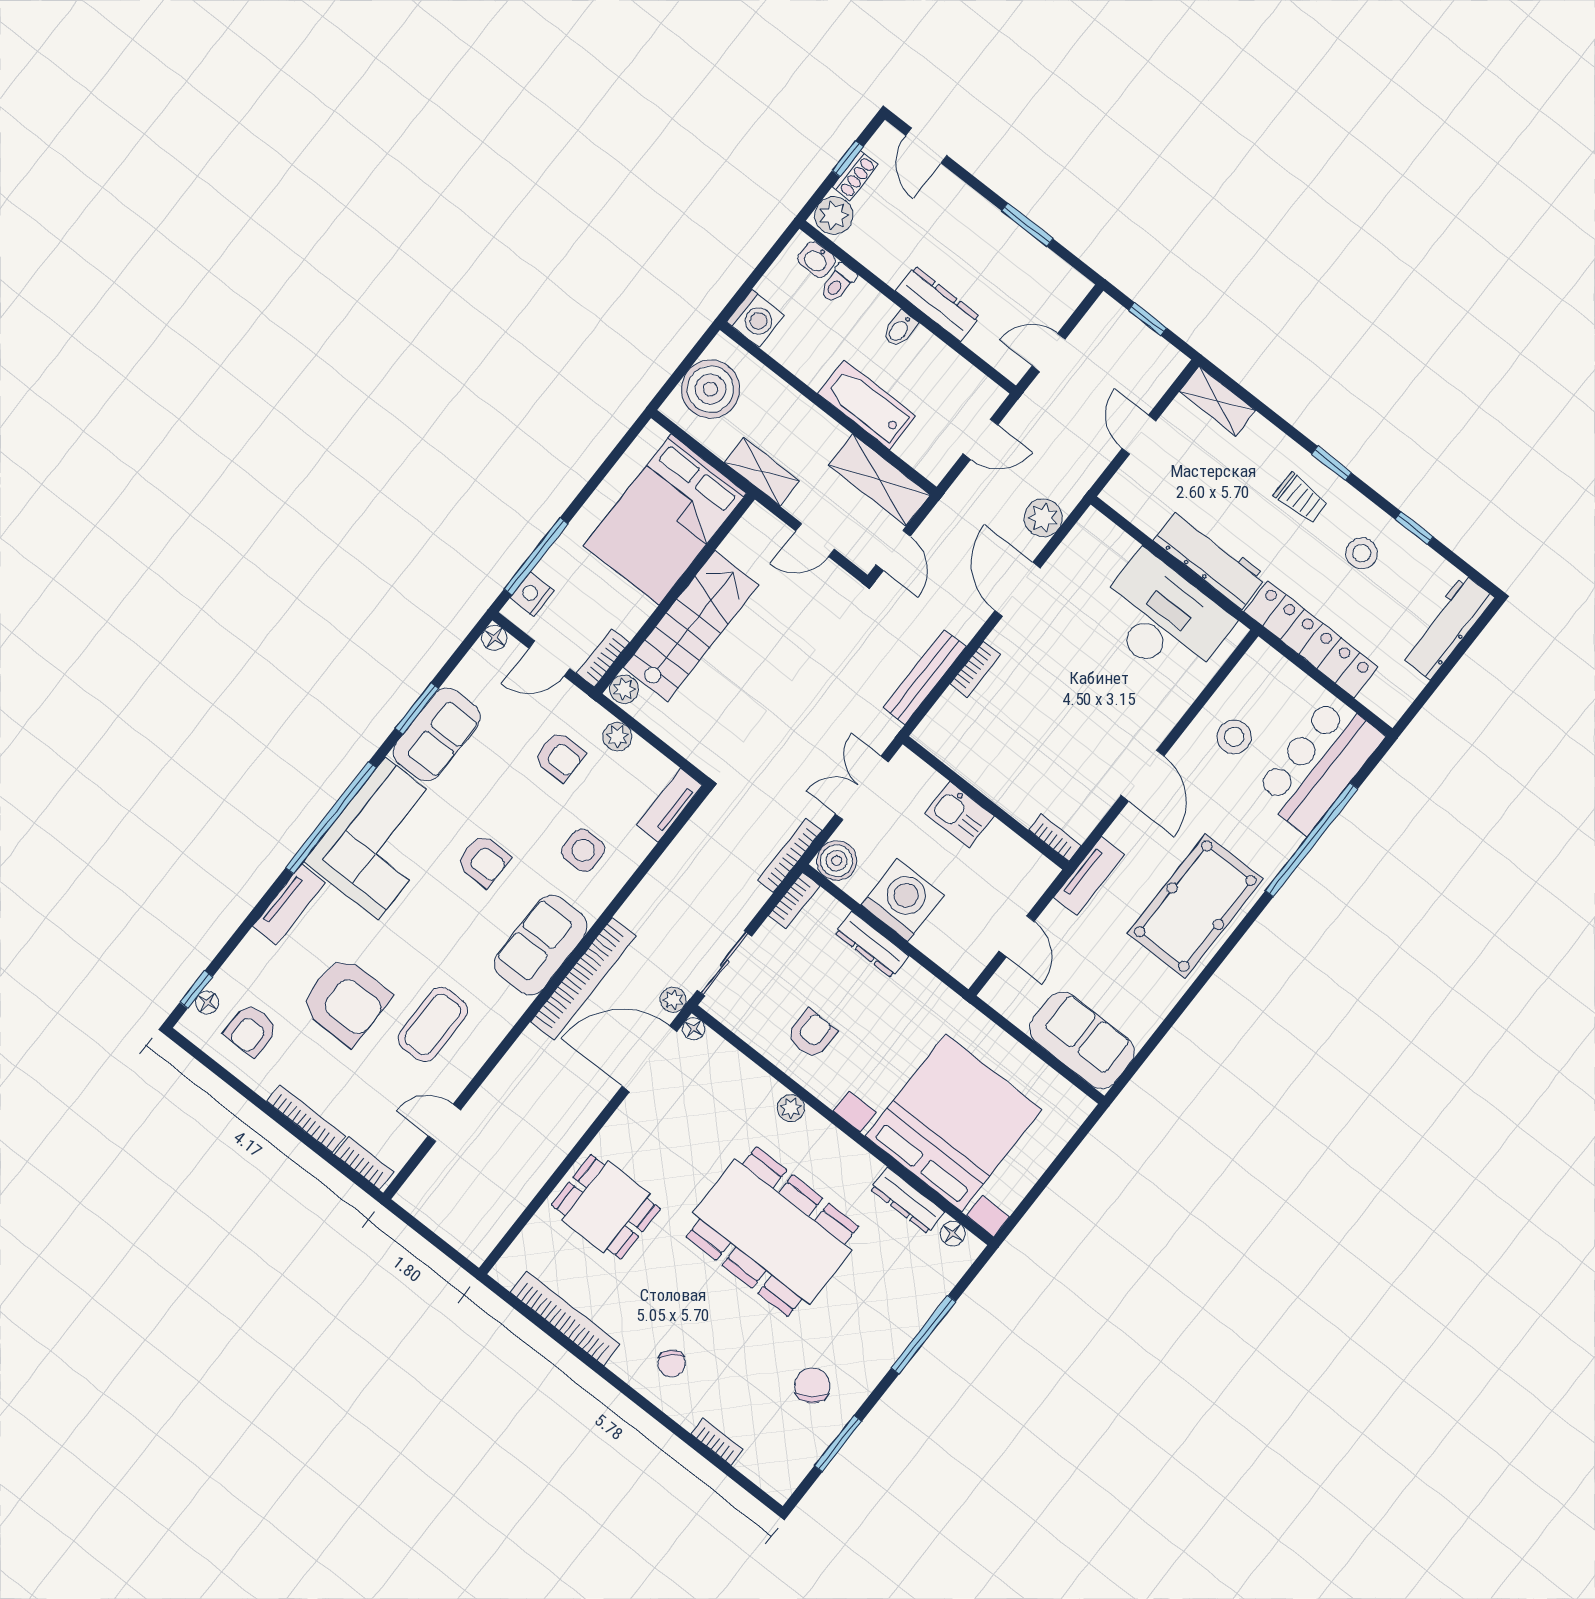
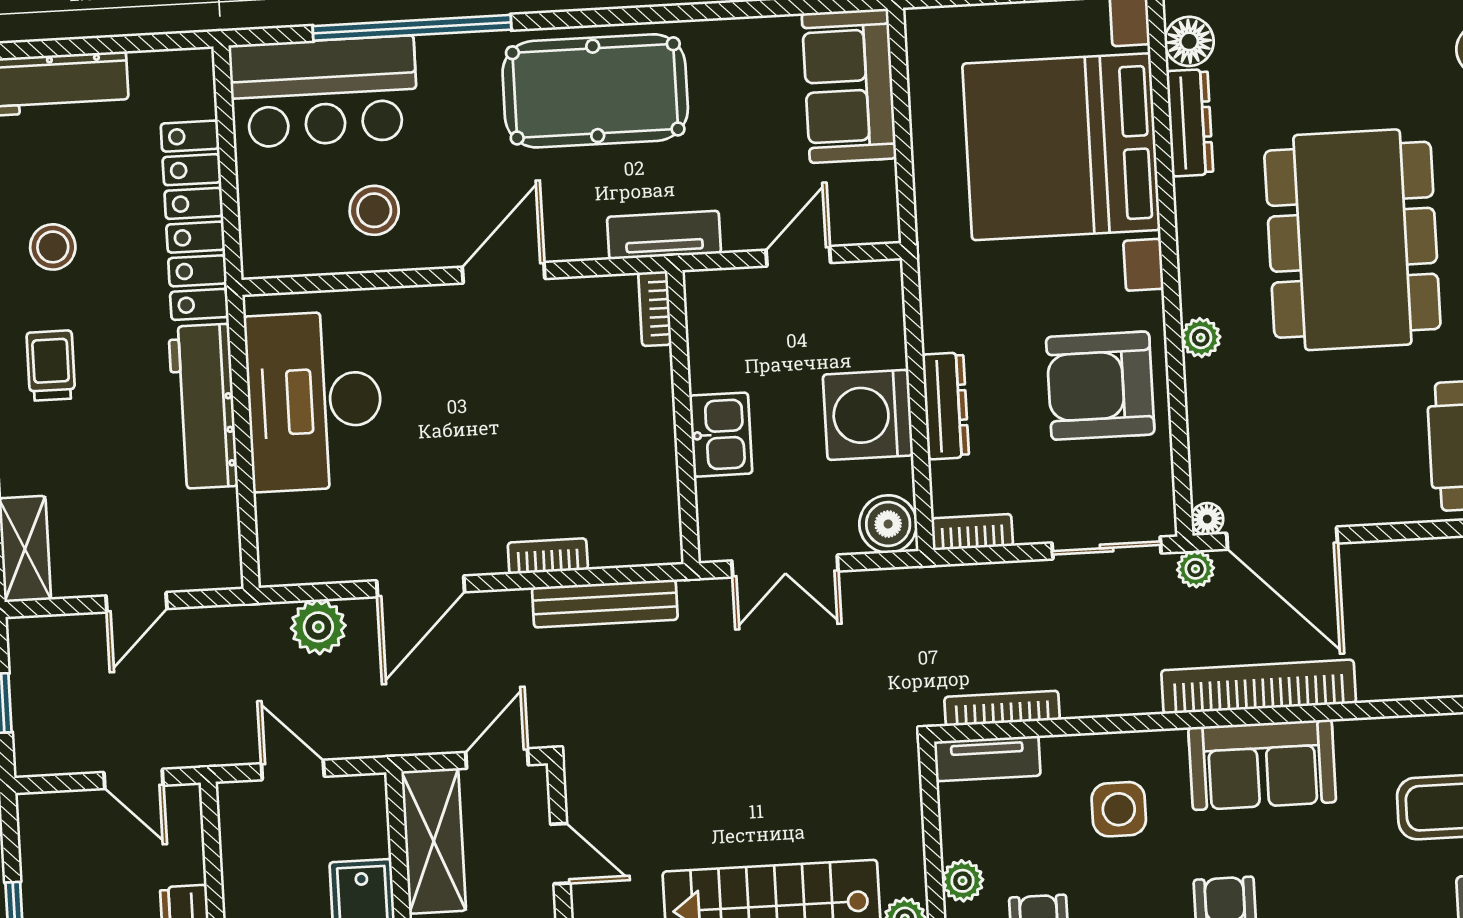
bookcase: (790, 855) -> (1002, 708), moved, turned 180
armchair: (812, 1034) -> (1100, 386), width x1.88, depth x1.88
floor lamp: (953, 1234) -> (1189, 41), width x1.37, depth x1.37

